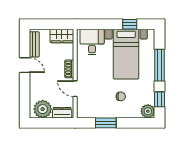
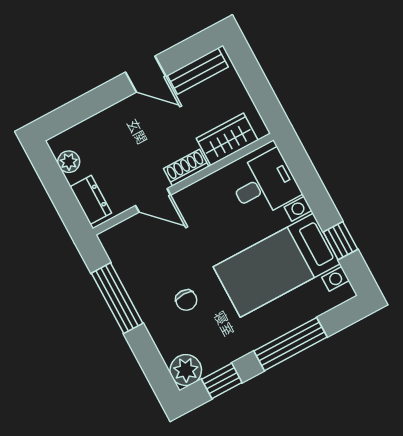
wardrobe: (62, 36) -> (227, 139), moved, turned 90
door: (25, 65) -> (146, 74), hinge flipped
door: (75, 89) -> (153, 200), swing flipped
plant: (43, 109) -> (69, 162), width x0.53, depth x0.53
window: (106, 123) -> (117, 298), width x1.44

